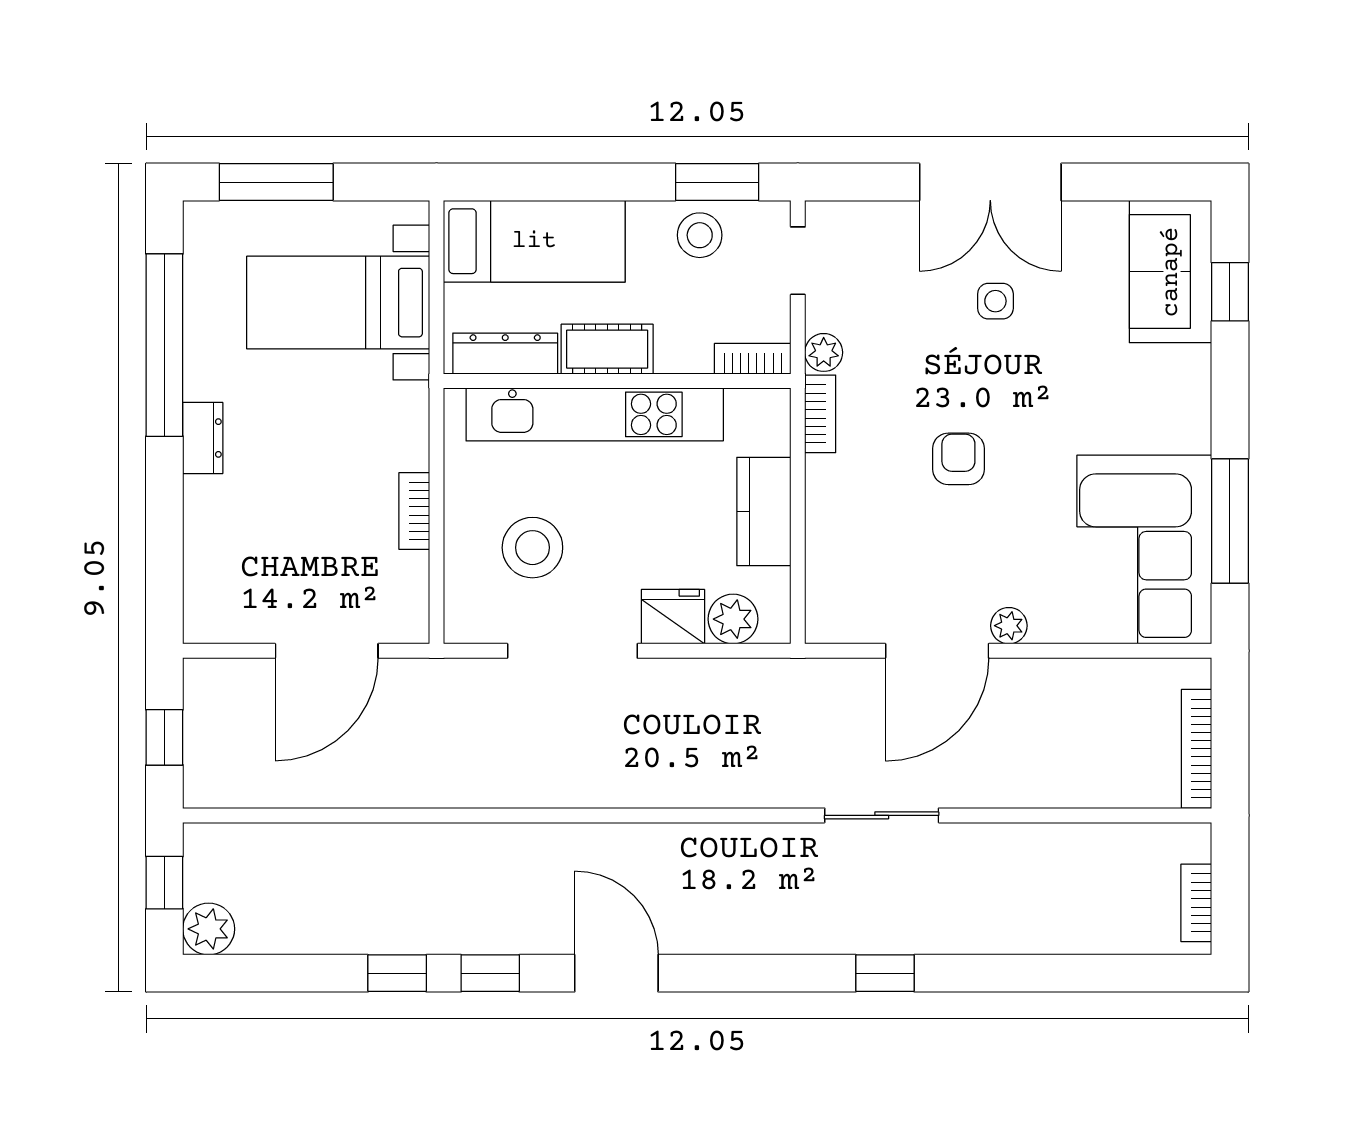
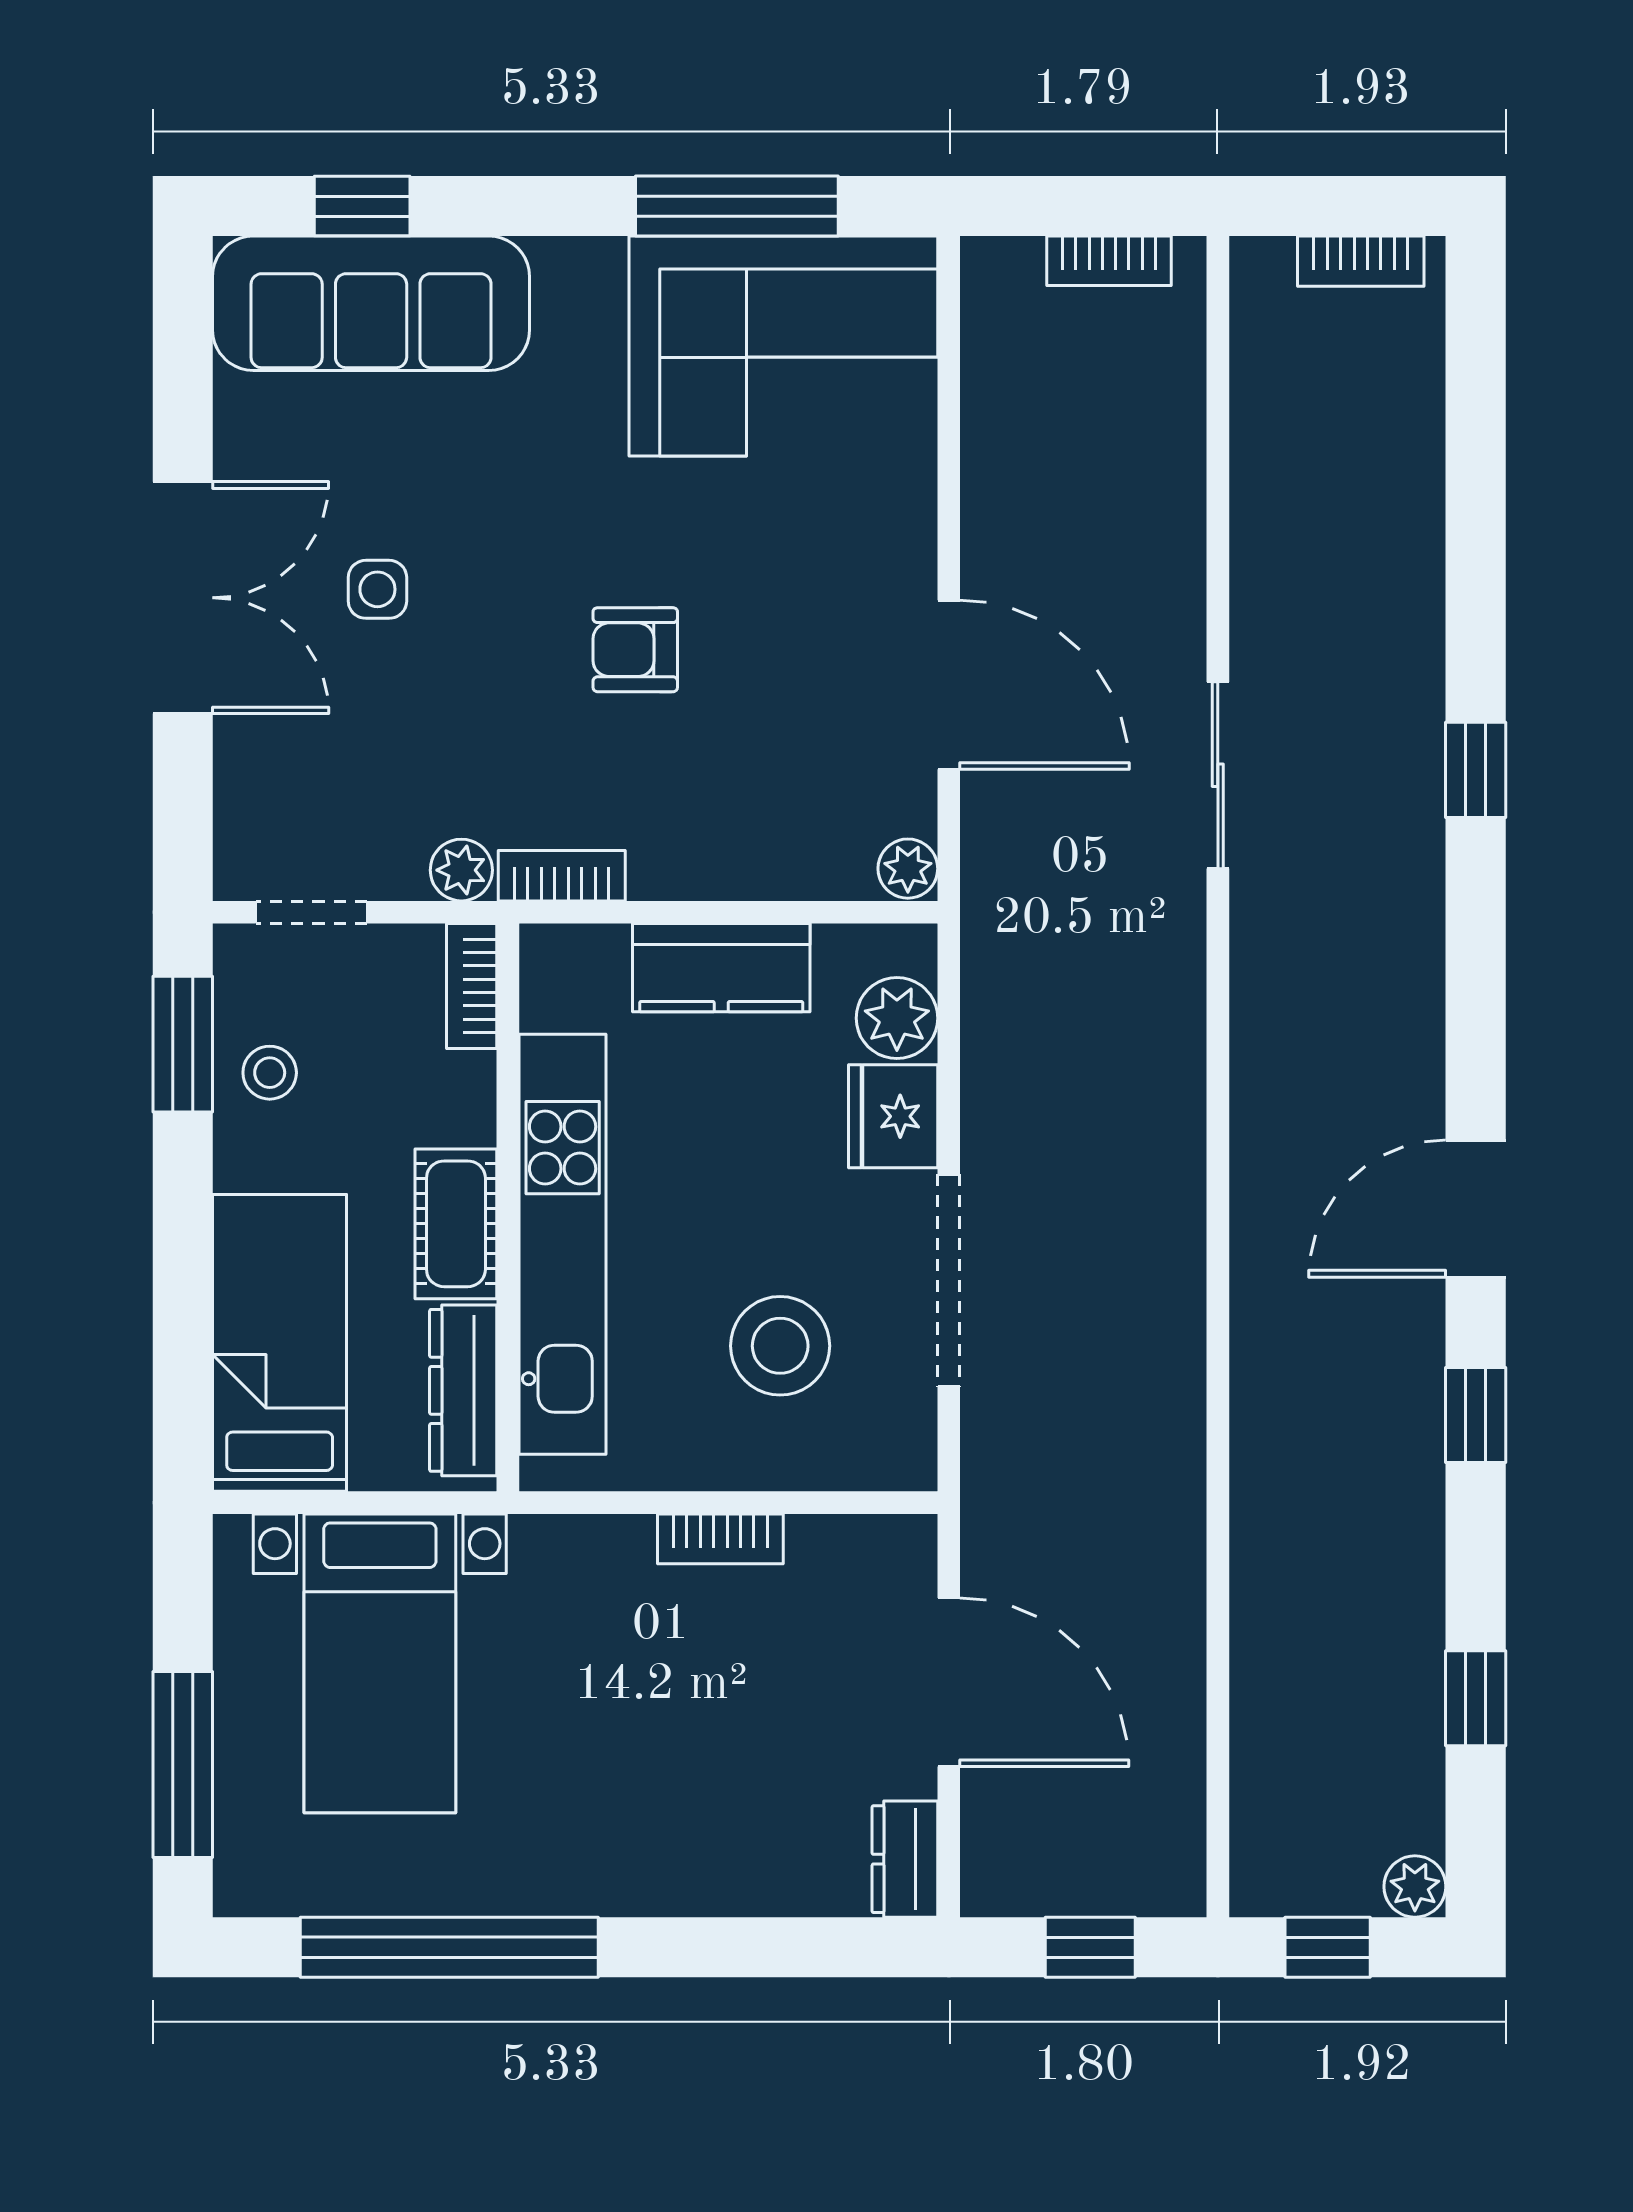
stool: (700, 235) -> (270, 1073), width x0.73, depth x0.73
sofa: (1171, 272) -> (371, 303), width x1.36
dresser: (203, 438) -> (905, 1859), moved, turned -90
plant: (1009, 626) -> (908, 869), moved
bookcase: (1197, 749) -> (1109, 261), width x0.64
plant: (209, 929) -> (1415, 1887), width x0.73, depth x0.73
window: (397, 973) -> (1476, 1698), moved

